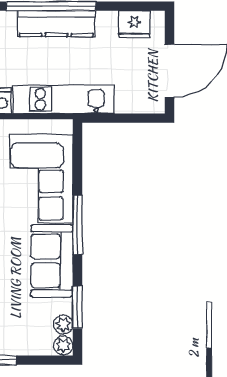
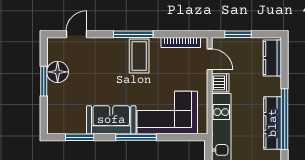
plant: (63, 324) -> (68, 128), removed
plant: (63, 345) -> (54, 128), removed

